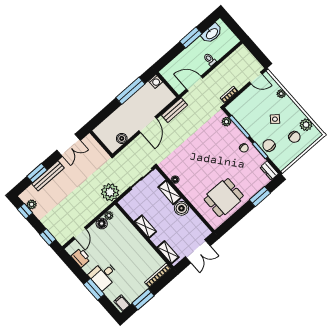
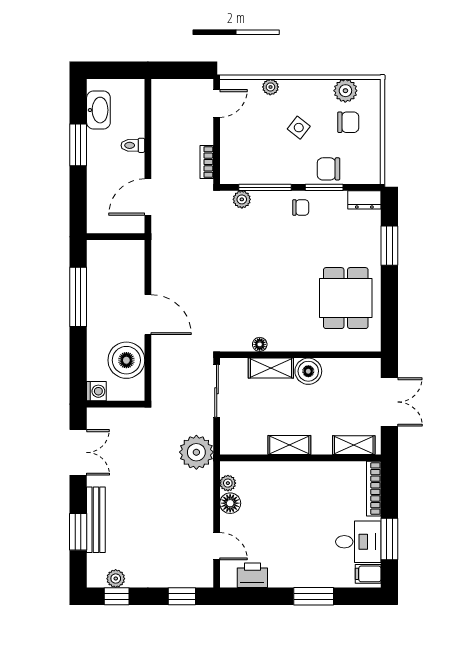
washing machine: (156, 81) -> (96, 391), moved
bench: (175, 110) -> (161, 259), removed
boiler: (122, 138) -> (126, 360), width x1.86, depth x1.86
desk: (104, 275) -> (358, 542), moved, turned -90

